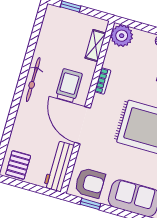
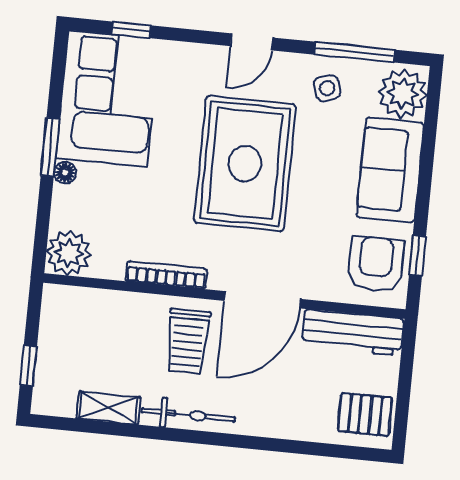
shelving: (95, 46) -> (109, 408), moved
bookcase: (103, 81) -> (166, 275), width x1.56
trolley: (69, 86) -> (188, 341), turned -90

